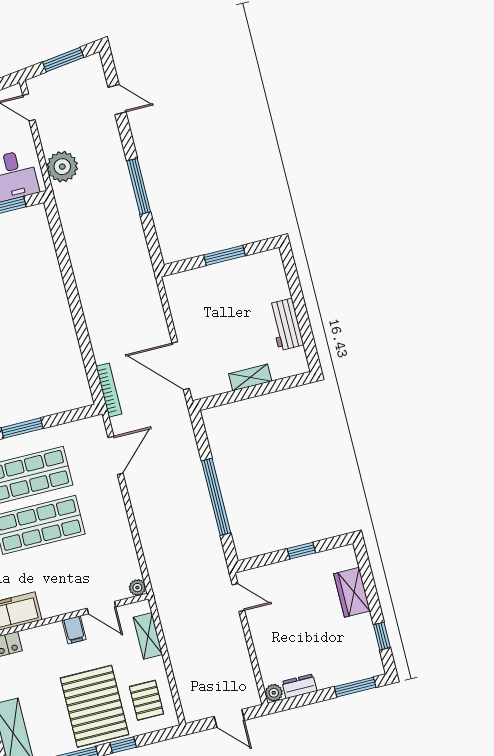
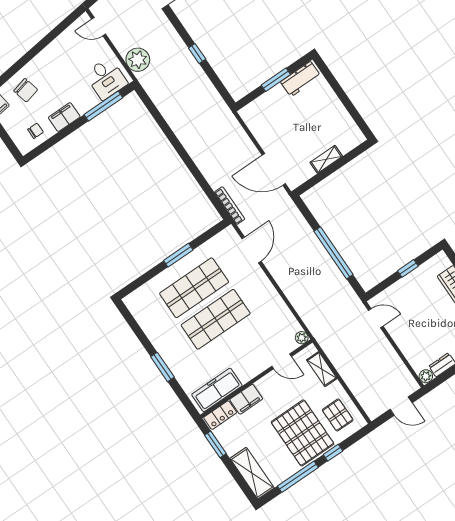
window: (139, 186) -> (197, 54), width x0.46
workbench: (286, 324) -> (301, 79), moved, turned -90
filing cabinet: (74, 630) -> (246, 399), moved, width x2.00

